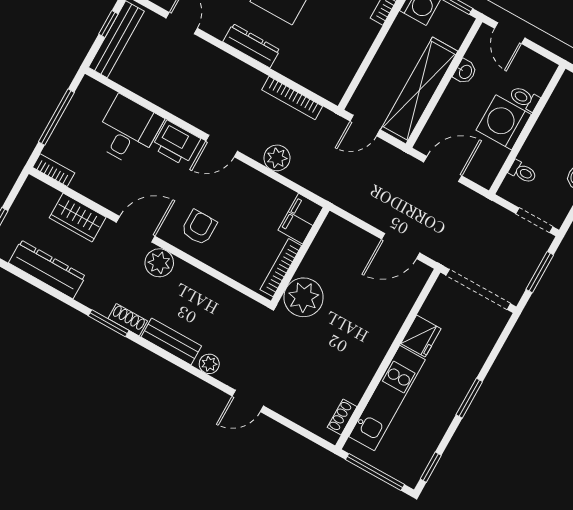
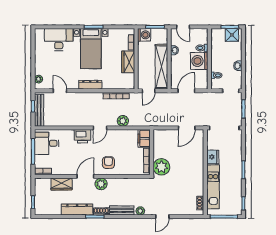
wardrobe: (356, 42) -> (128, 62), added
desk: (128, 131) -> (47, 143), moved, turned -90
dresser: (47, 269) -> (77, 209), moved

